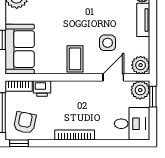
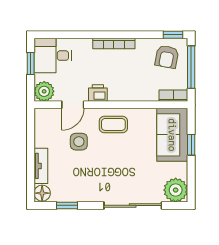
coffee table: (75, 59) -> (113, 124), turned 90
plant: (141, 65) -> (44, 118), removed
printer: (42, 88) -> (98, 93), moved
window: (153, 97) -> (31, 64), moved

